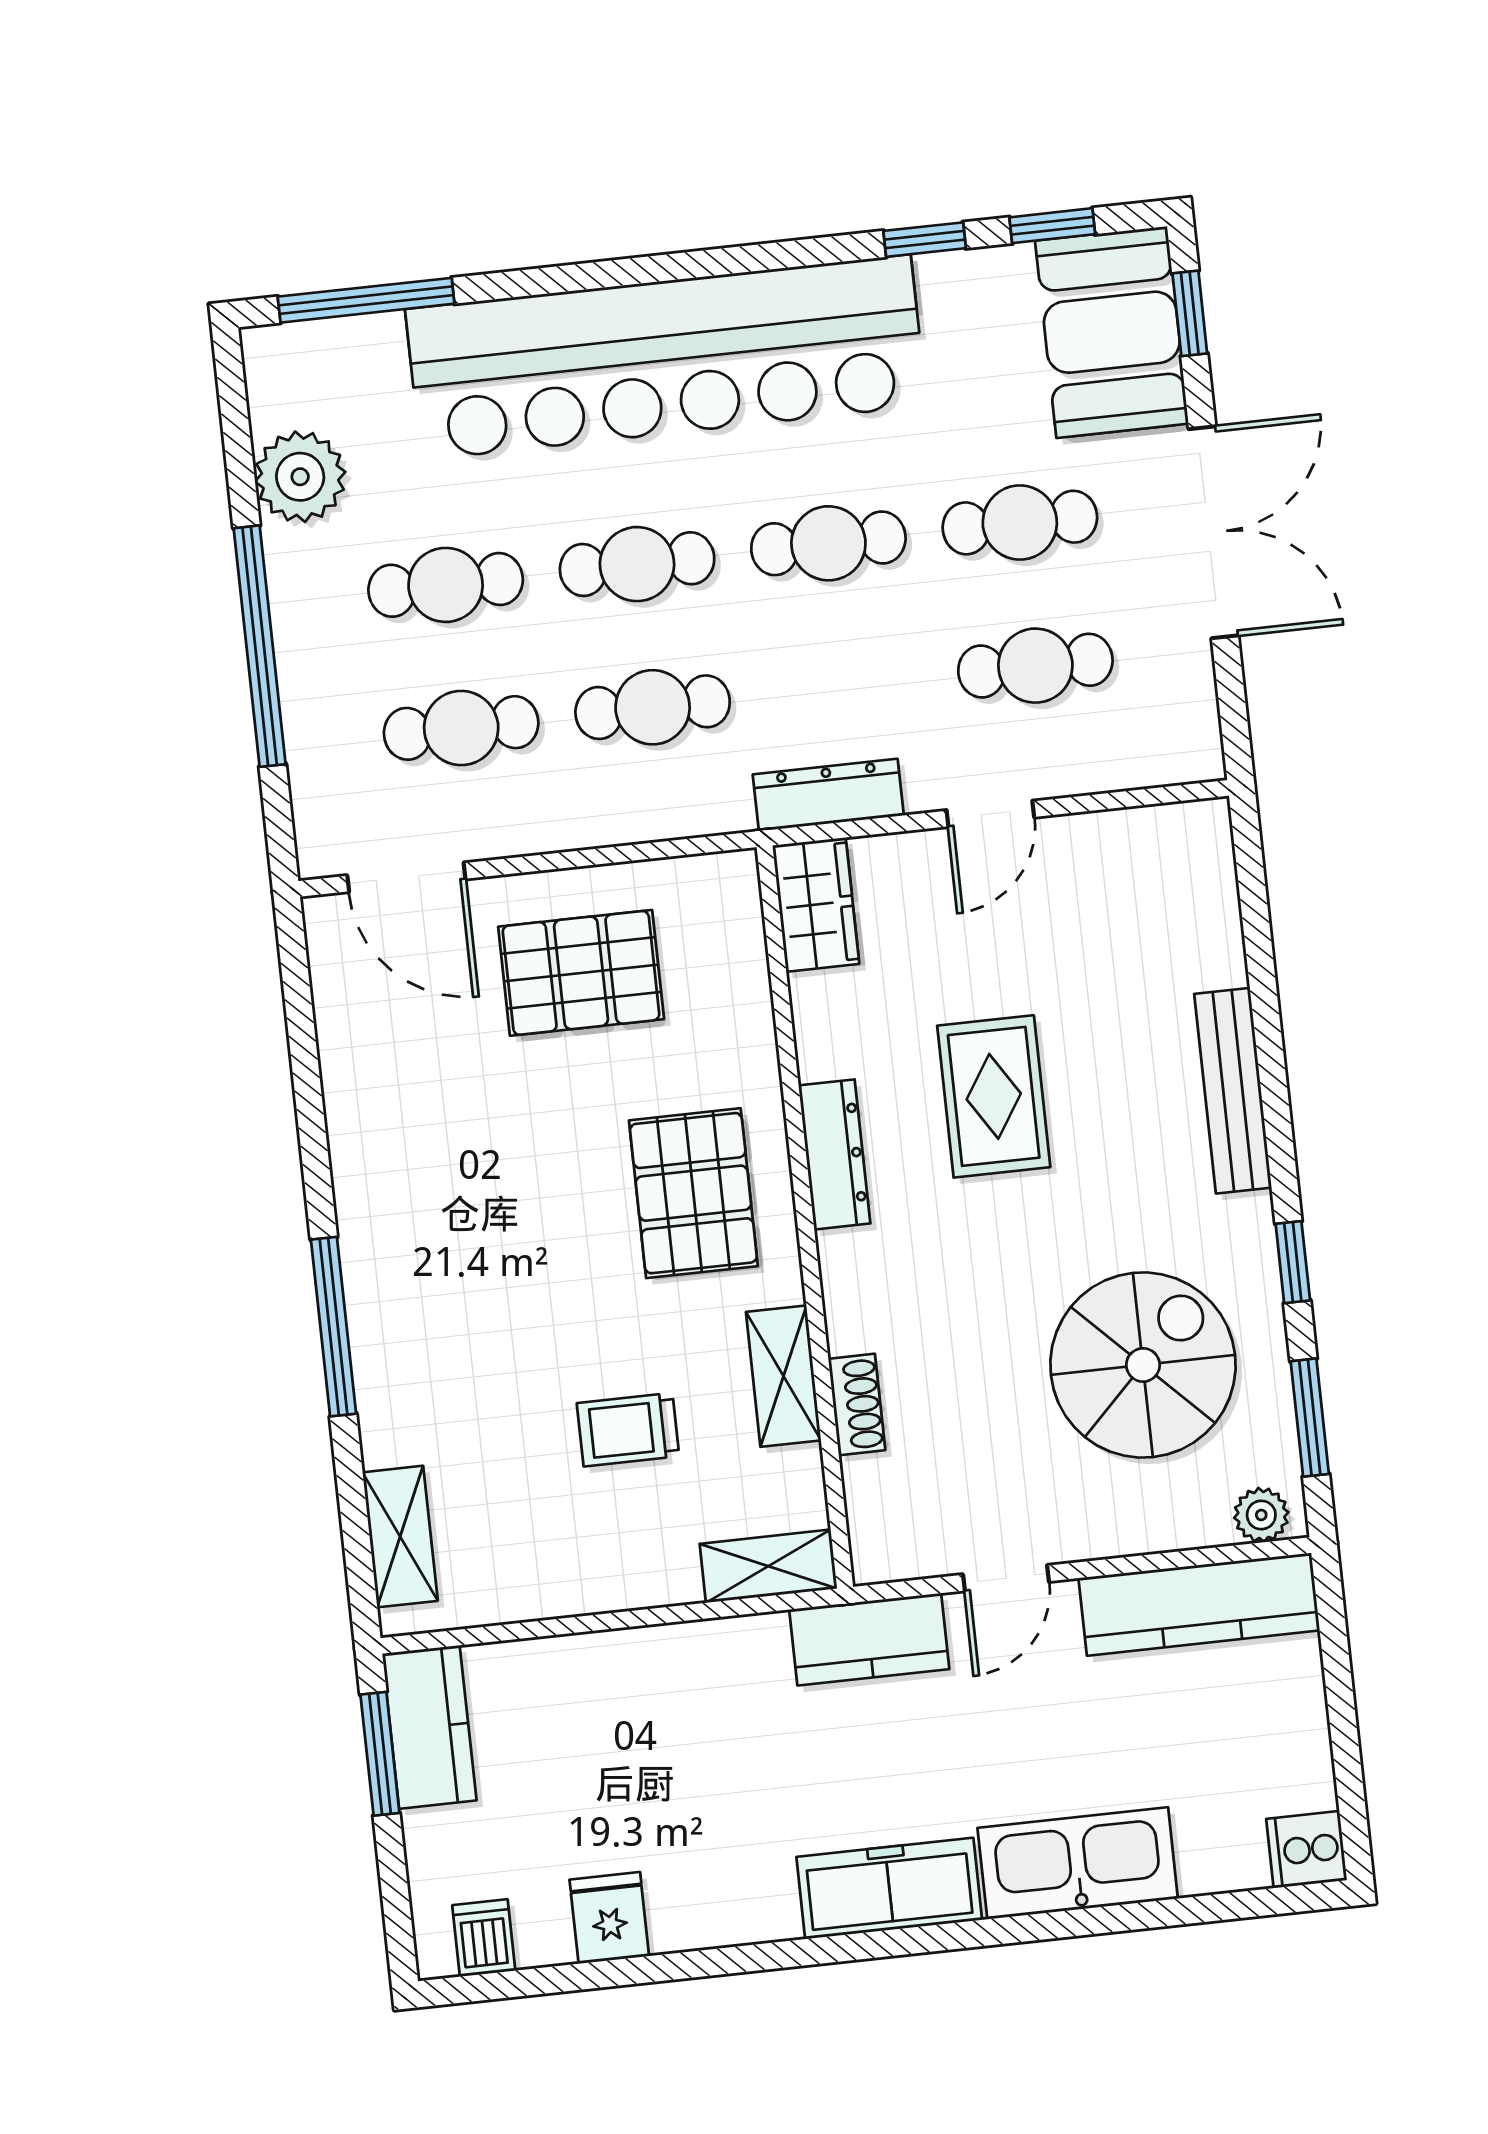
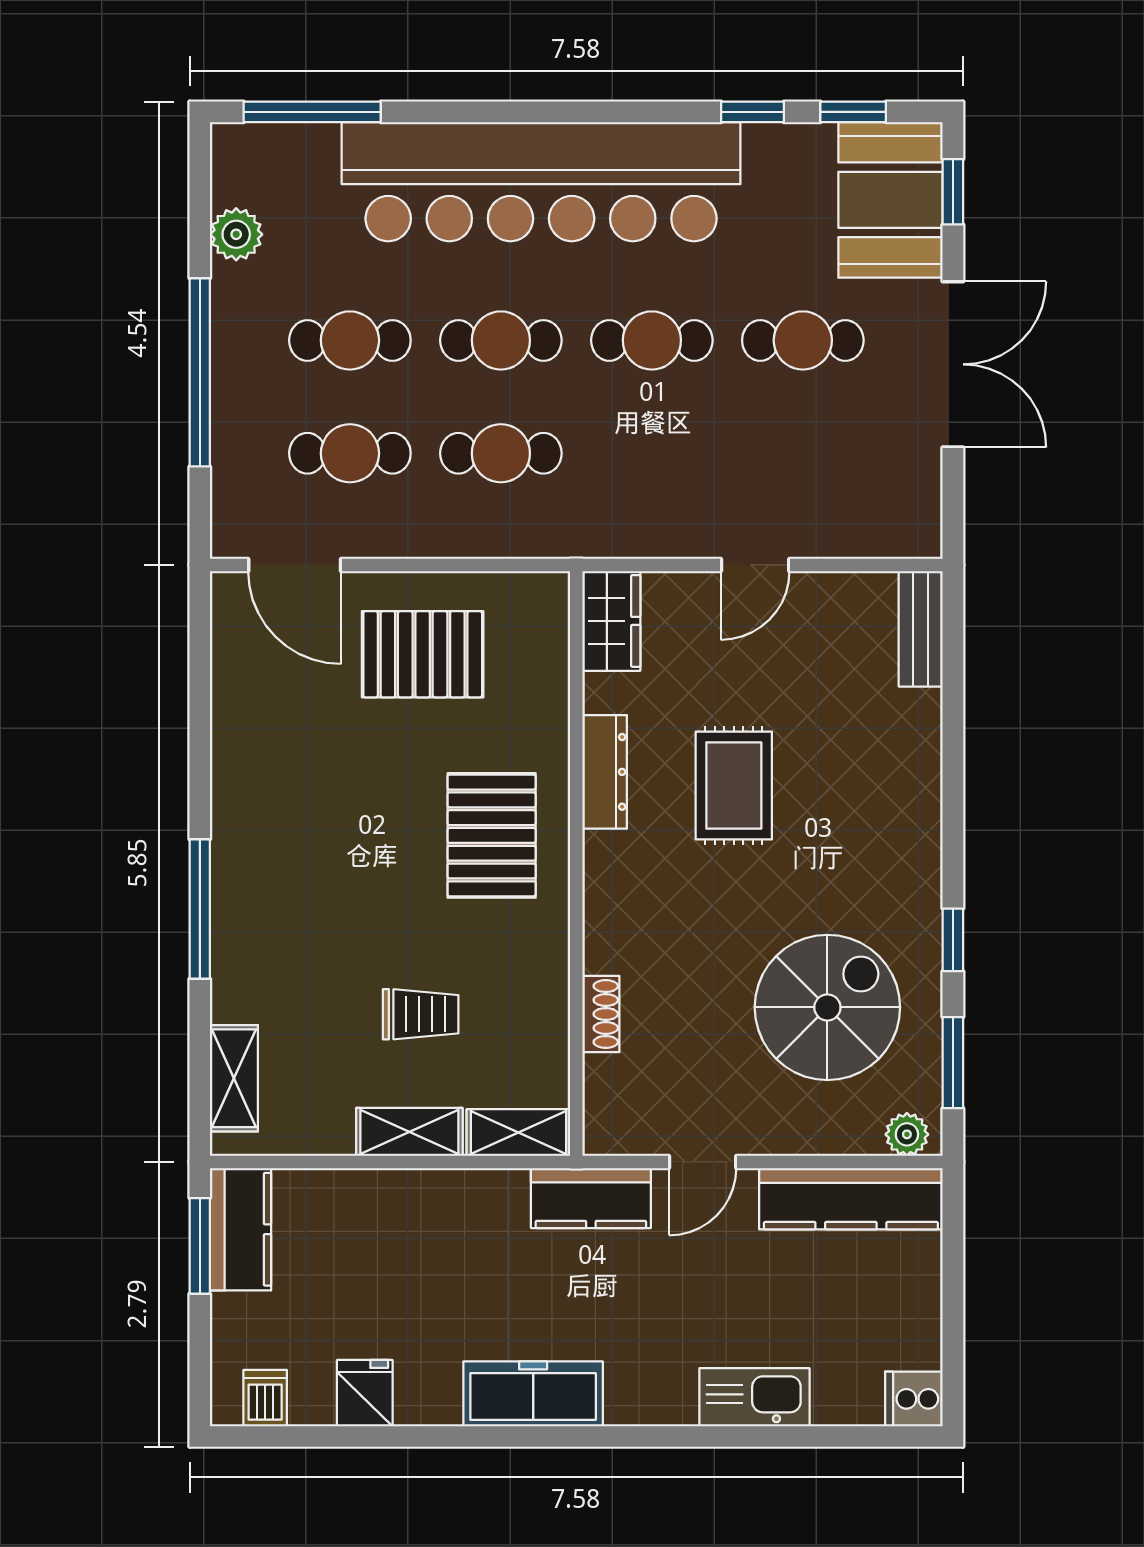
plant: (300, 477) -> (236, 234), width x0.73, depth x0.73
cafe table: (1035, 666) -> (803, 453), removed
dresser: (828, 795) -> (630, 536), removed
bench: (1233, 1091) -> (921, 629), moved, width x0.73
dresser: (834, 1154) -> (605, 772), moved
shelving: (783, 1376) -> (409, 1132), moved, turned 90
trolley: (628, 1430) -> (421, 1014), turned 180
kitchen sink: (1078, 1863) -> (754, 1397), width x0.73, depth x0.81
freezer: (889, 1888) -> (533, 1394), moved

